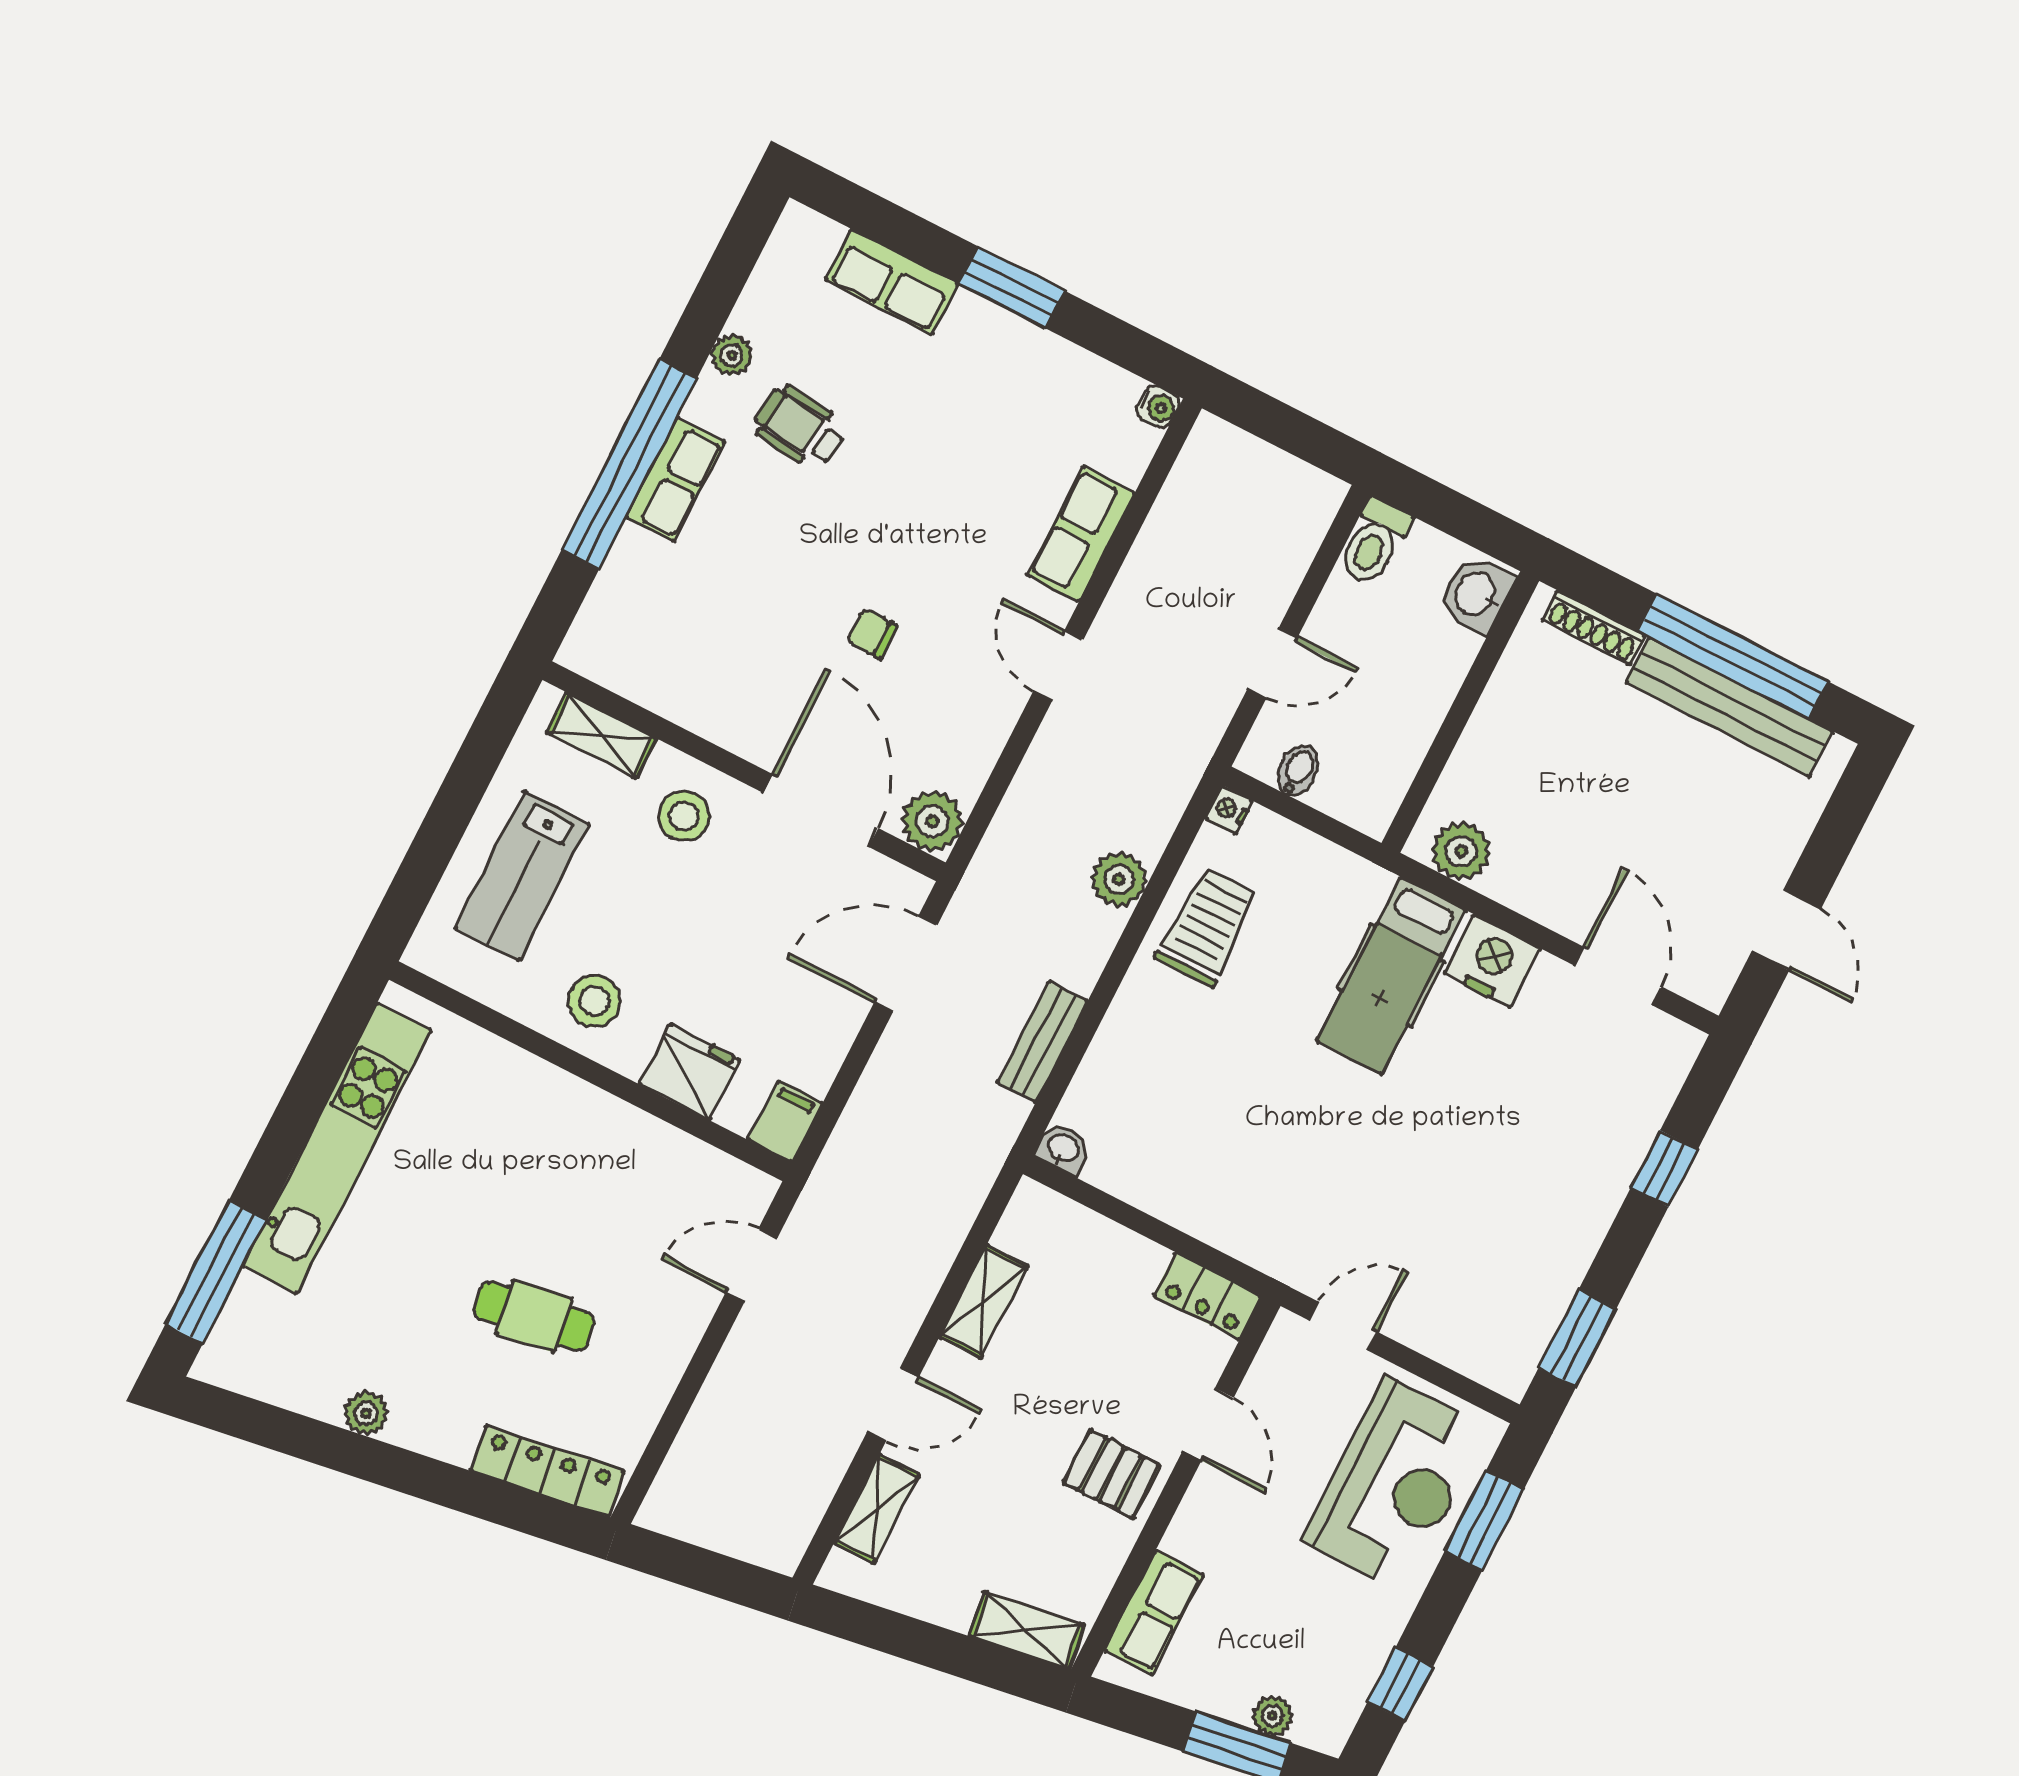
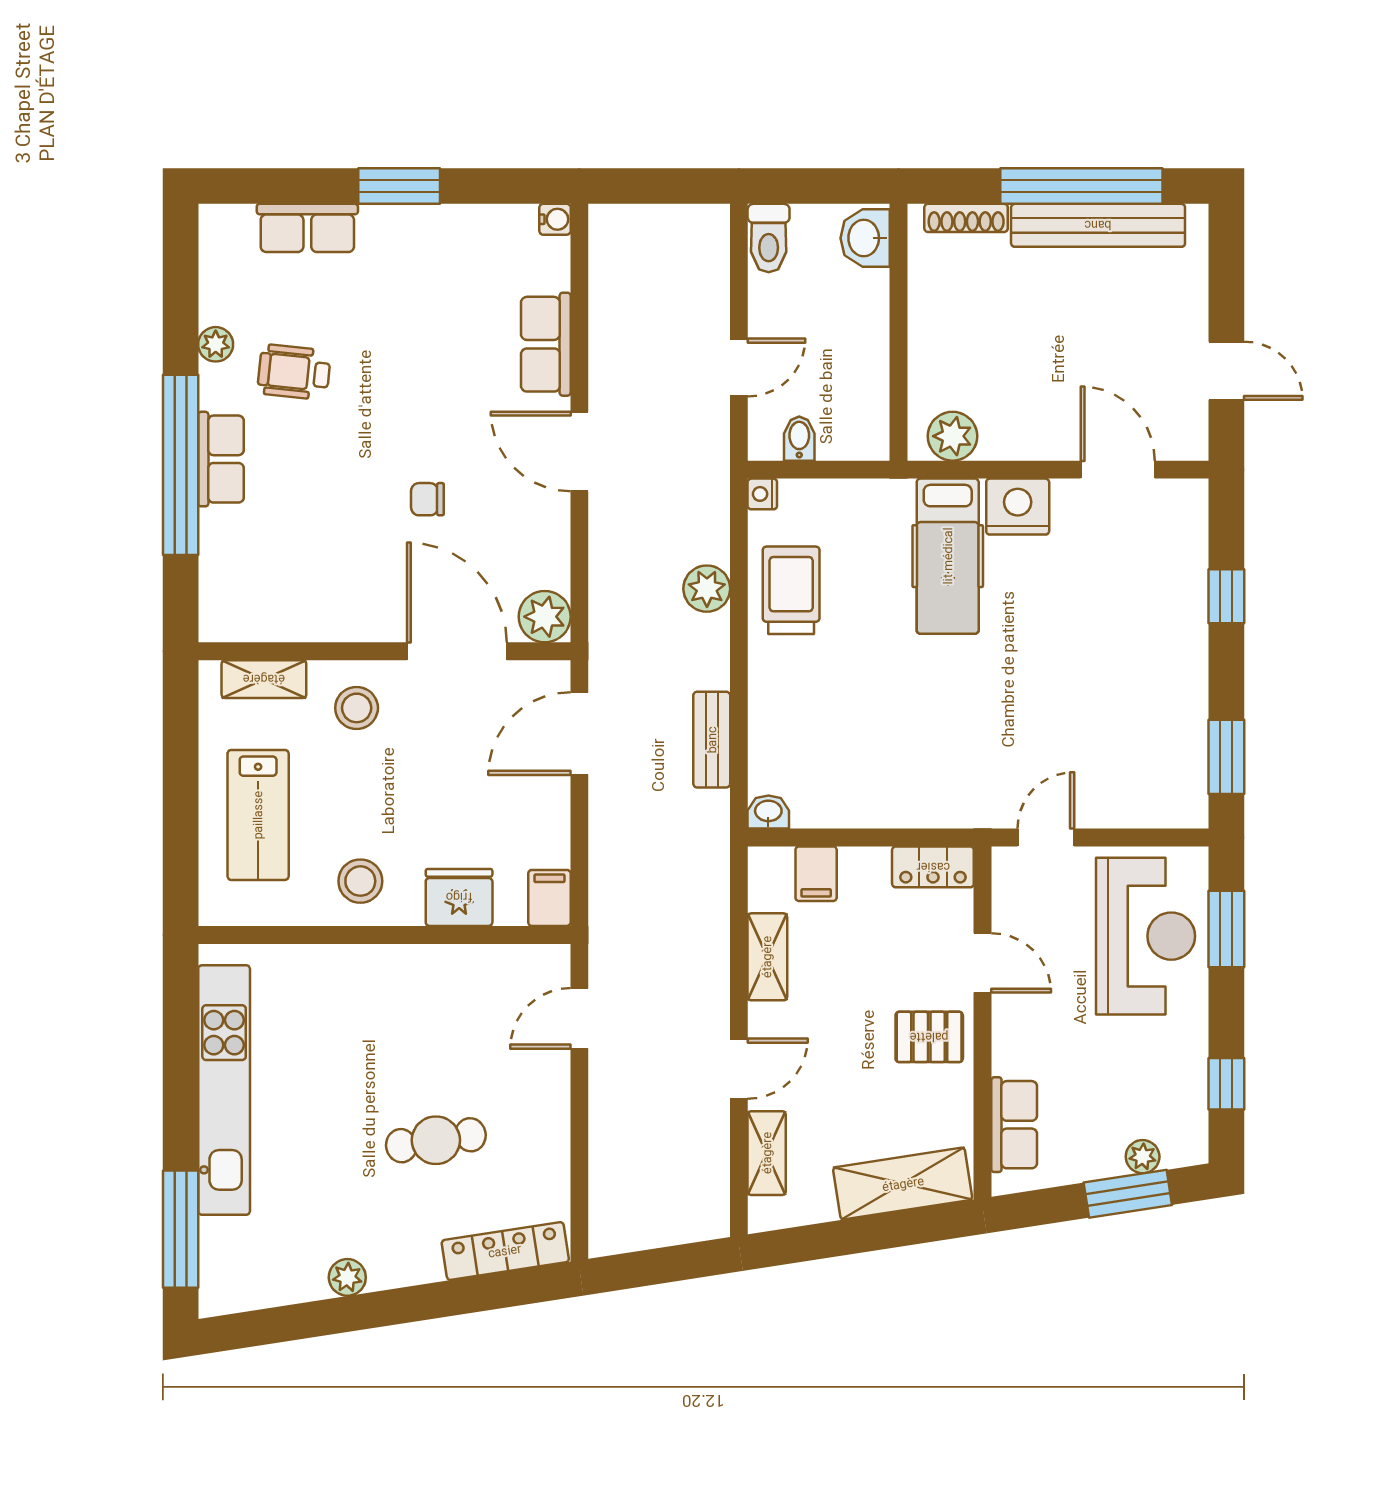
door: (1058, 665) -> (579, 451), width x1.38
filing cabinet: (1080, 1240) -> (816, 874), added
shelving: (1027, 1630) -> (903, 1184), width x1.50, depth x1.33

